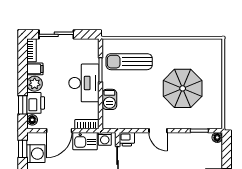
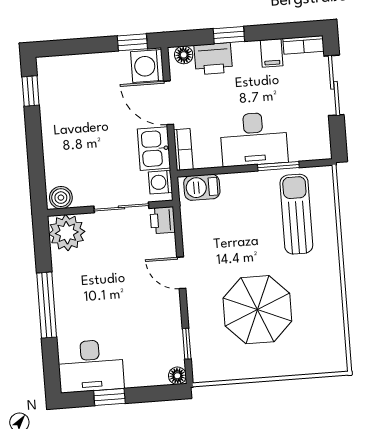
plant: (35, 84) -> (246, 54), removed
barbecue: (109, 99) -> (202, 187), moved
window: (23, 105) -> (229, 35), moved
door: (158, 131) -> (181, 273), hinge flipped
washing machine: (36, 154) -> (147, 66), moved, turned 90

